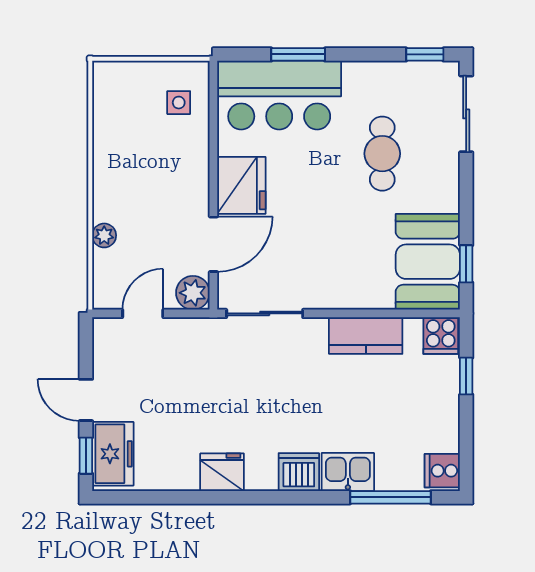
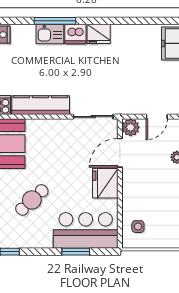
cafe table: (382, 154) -> (32, 200), turned 47
kitchen counter: (366, 336) -> (41, 105), width x1.50
fridge: (222, 472) -> (99, 34), moved
window: (390, 497) -> (55, 21), moved

